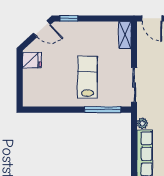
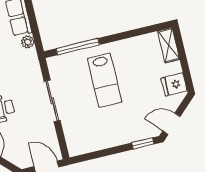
shelving: (125, 35) -> (169, 45), moved
sliding door: (134, 85) -> (52, 101), moved

